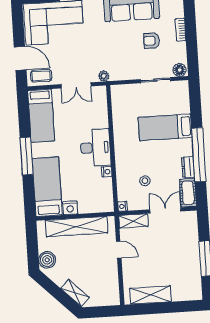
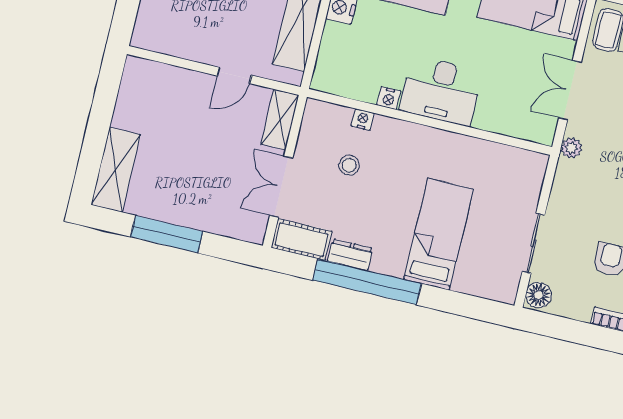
nightstand: (123, 206) -> (363, 119), moved
double door: (165, 210) -> (281, 187), swing flipped
shelving: (150, 295) -> (116, 170), moved

